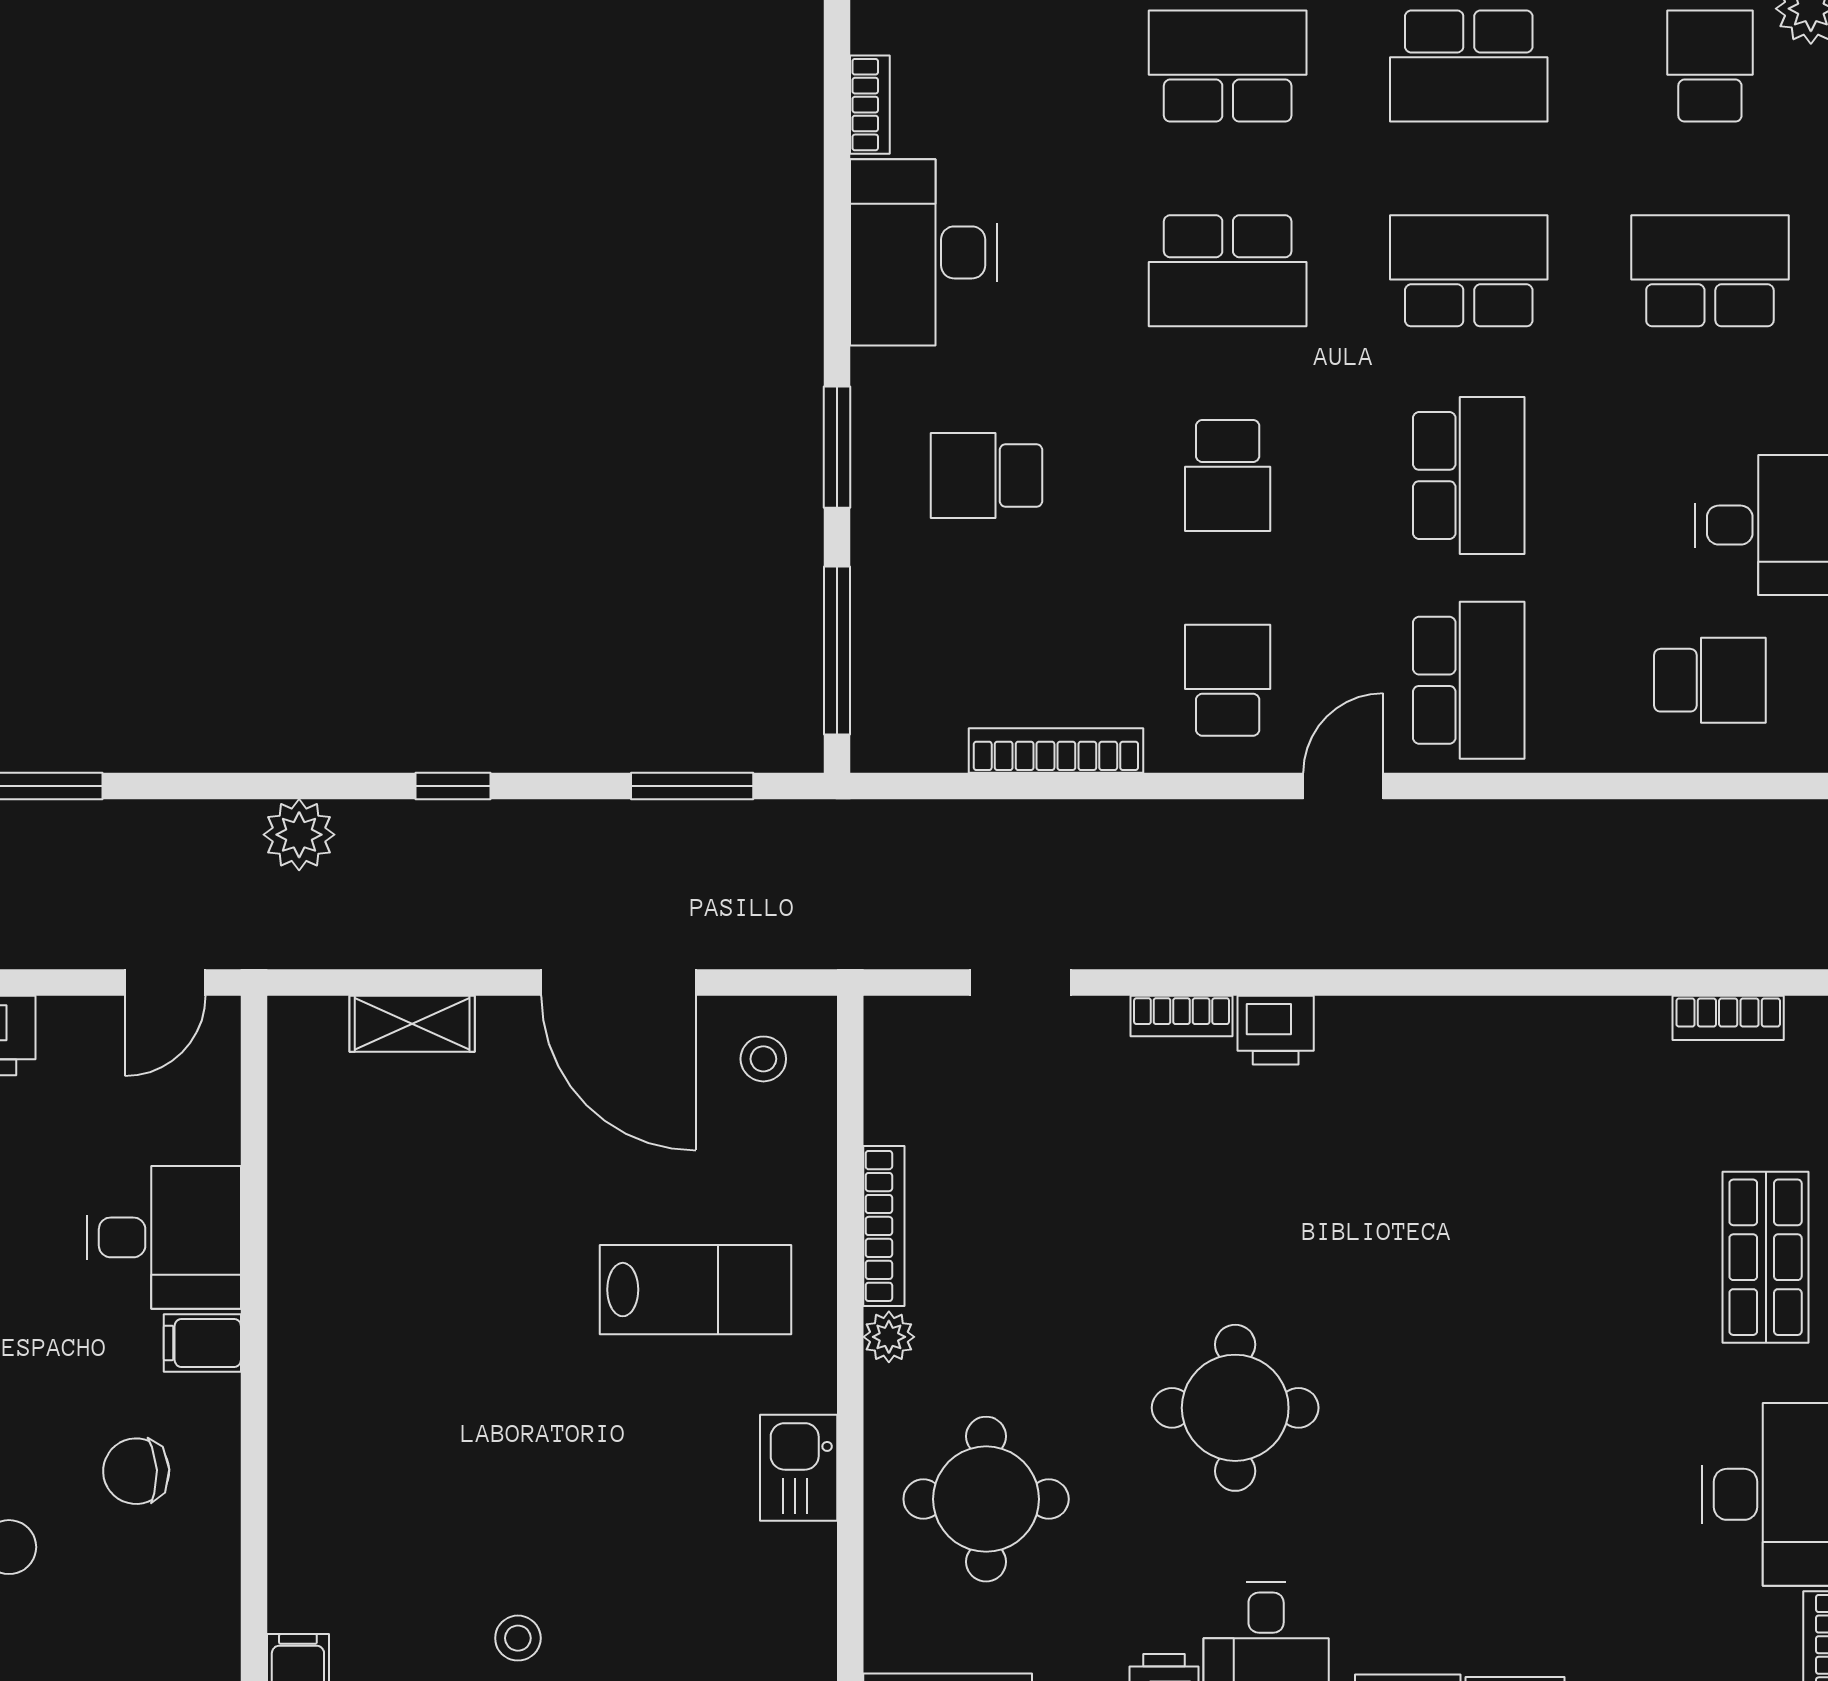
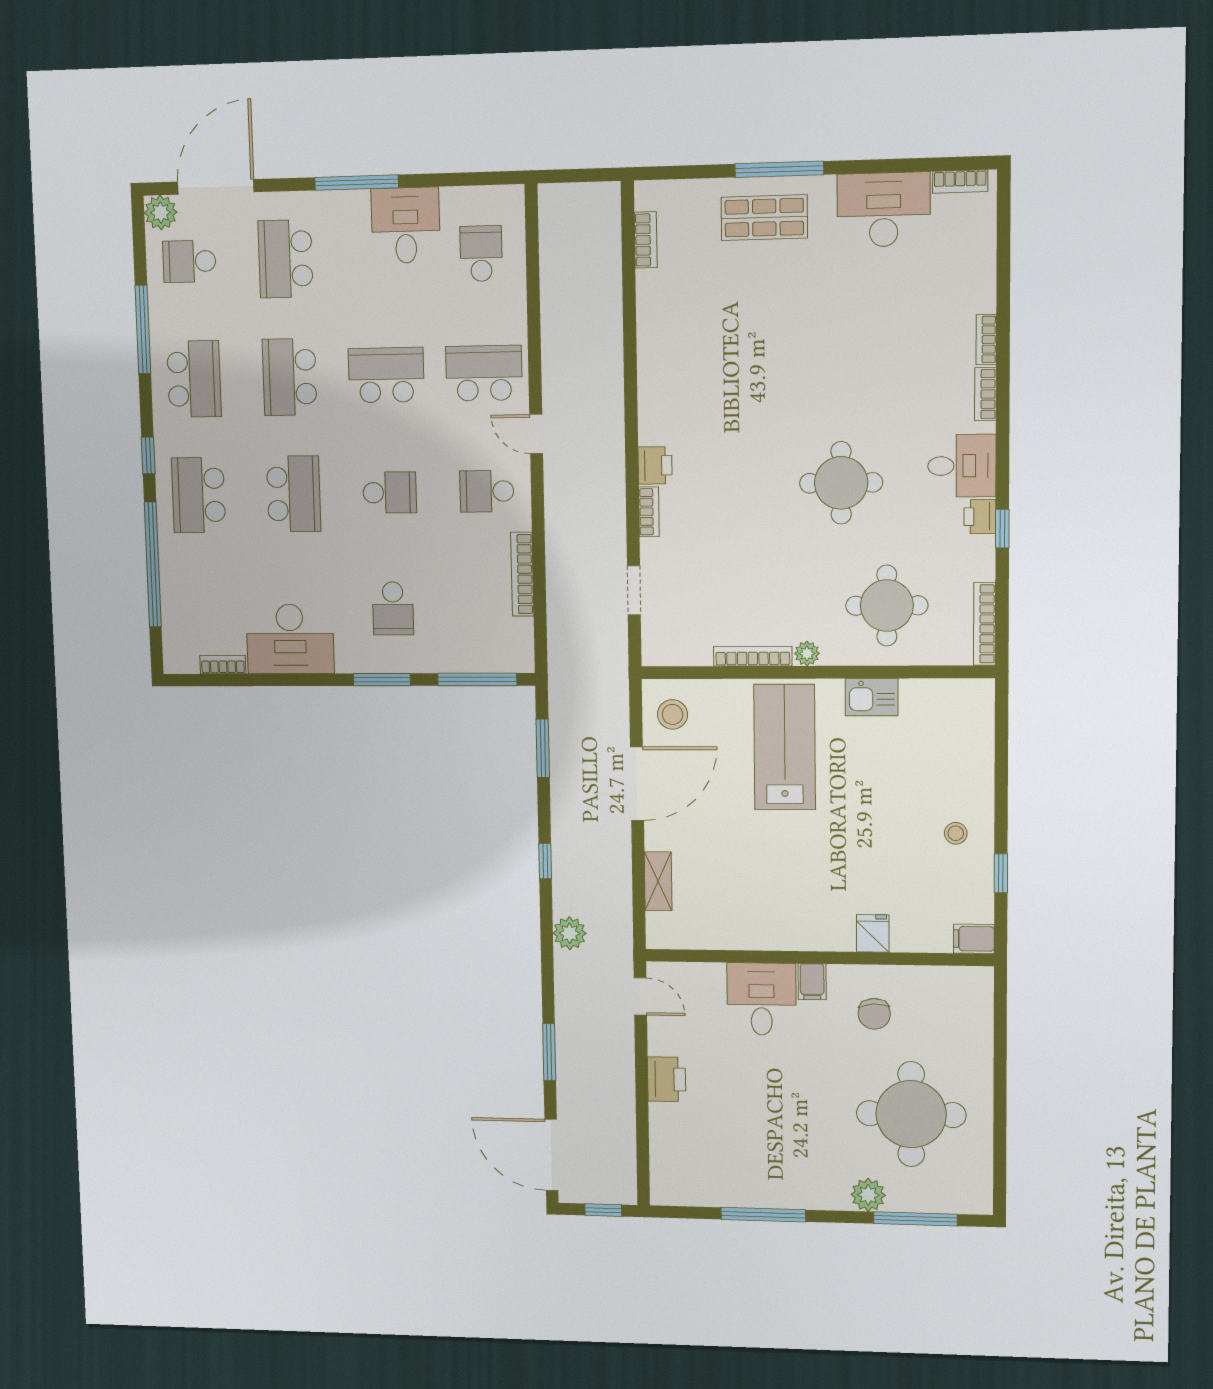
stool: (763, 1059) -> (673, 714), width x1.37, depth x1.37
lab bench: (695, 1290) -> (785, 747), width x1.36, depth x1.39
fridge: (307, 1469) -> (873, 933), added

